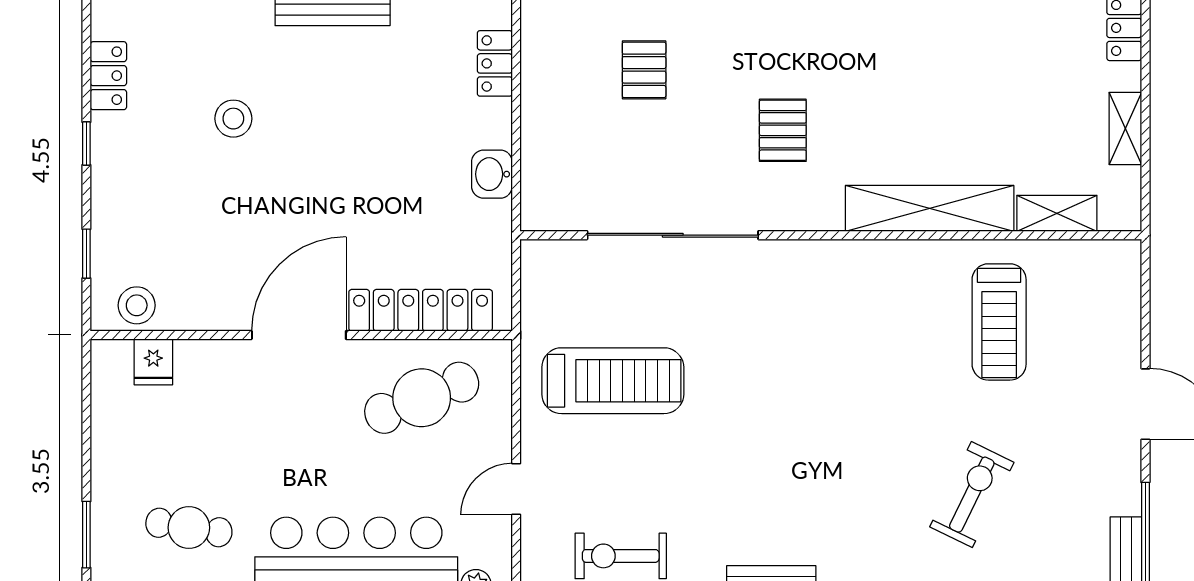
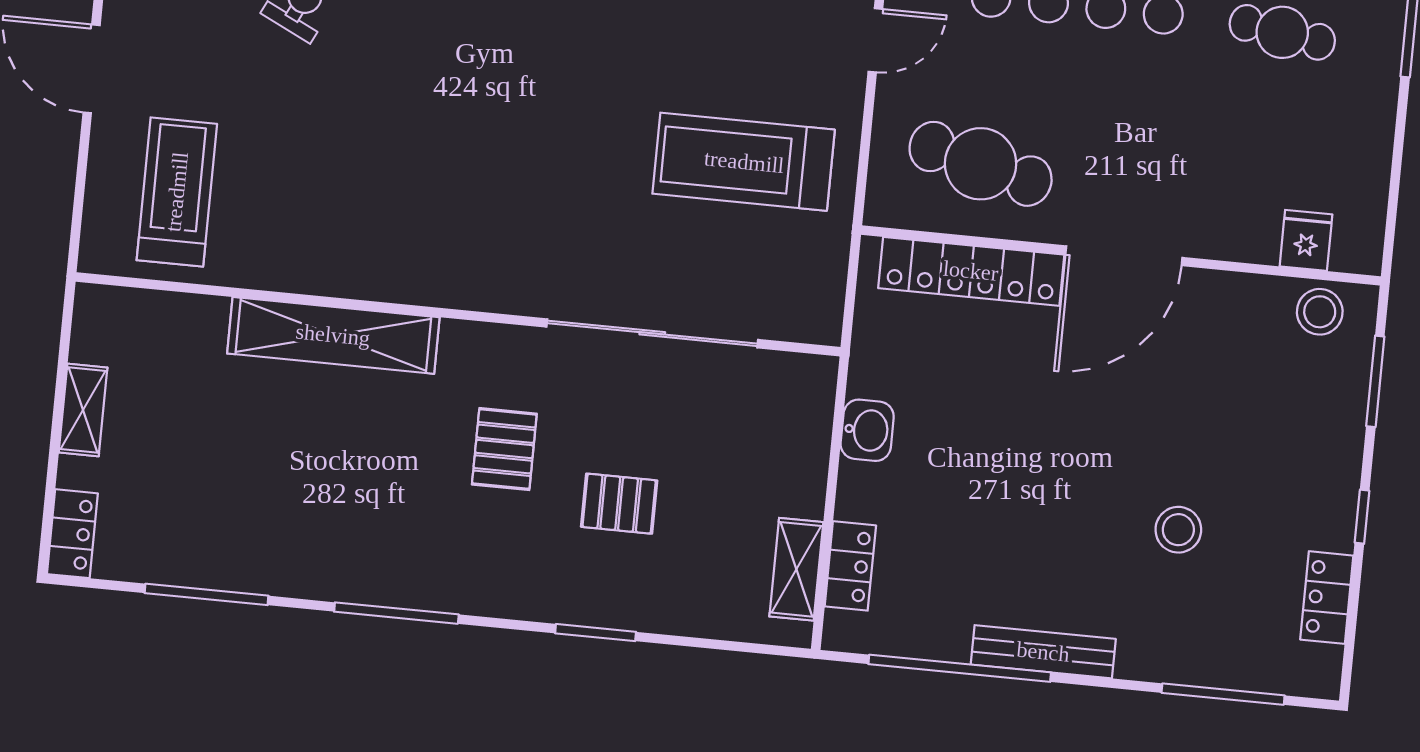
pallet: (644, 70) -> (619, 504), moved, turned 90
shelving: (1057, 213) -> (796, 569), moved, turned 90
window: (86, 254) -> (1375, 381), width x1.50
treadmill: (999, 322) -> (177, 192), moved
cafe table: (422, 398) -> (981, 164), turned 36

